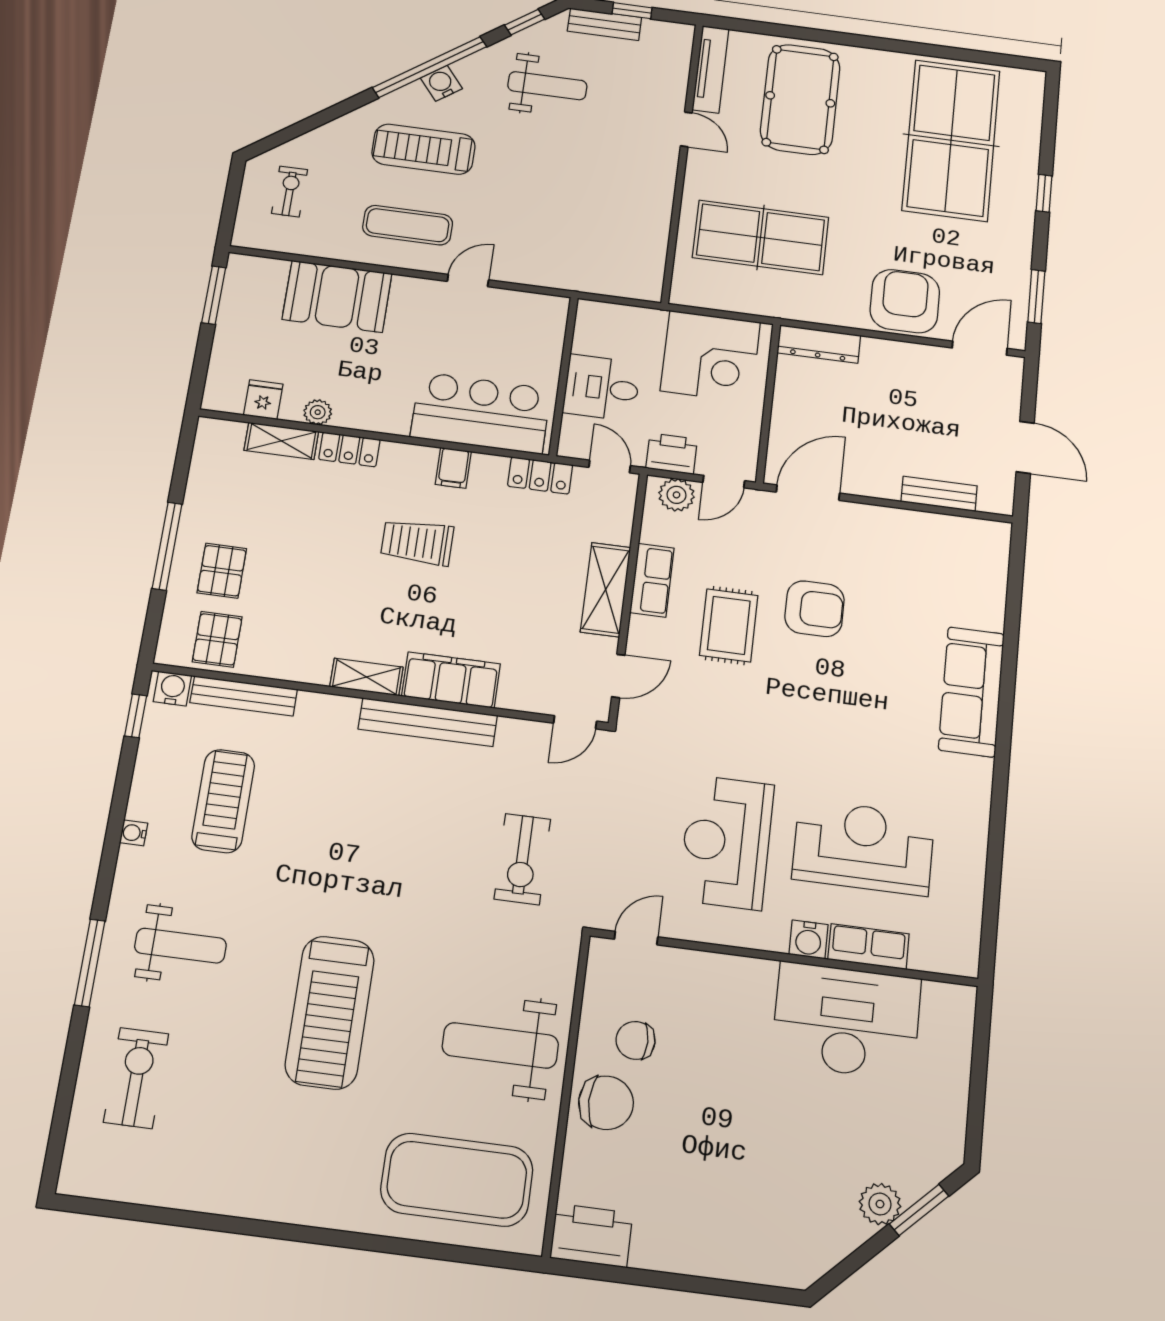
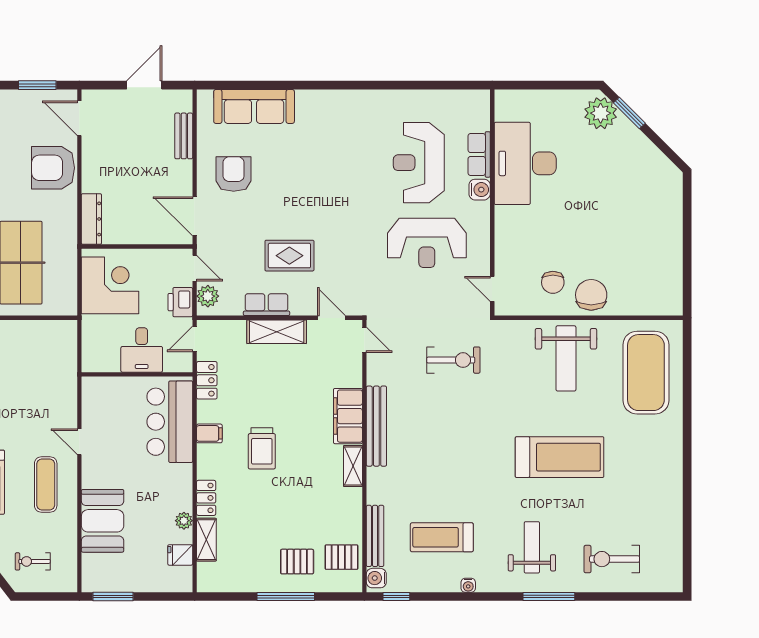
armchair: (815, 609) -> (234, 174), moved
sofa: (971, 692) -> (254, 106), moved
plant: (880, 1204) -> (601, 113), moved, width x1.36, depth x1.36
printer: (591, 1236) -> (667, 294), removed

